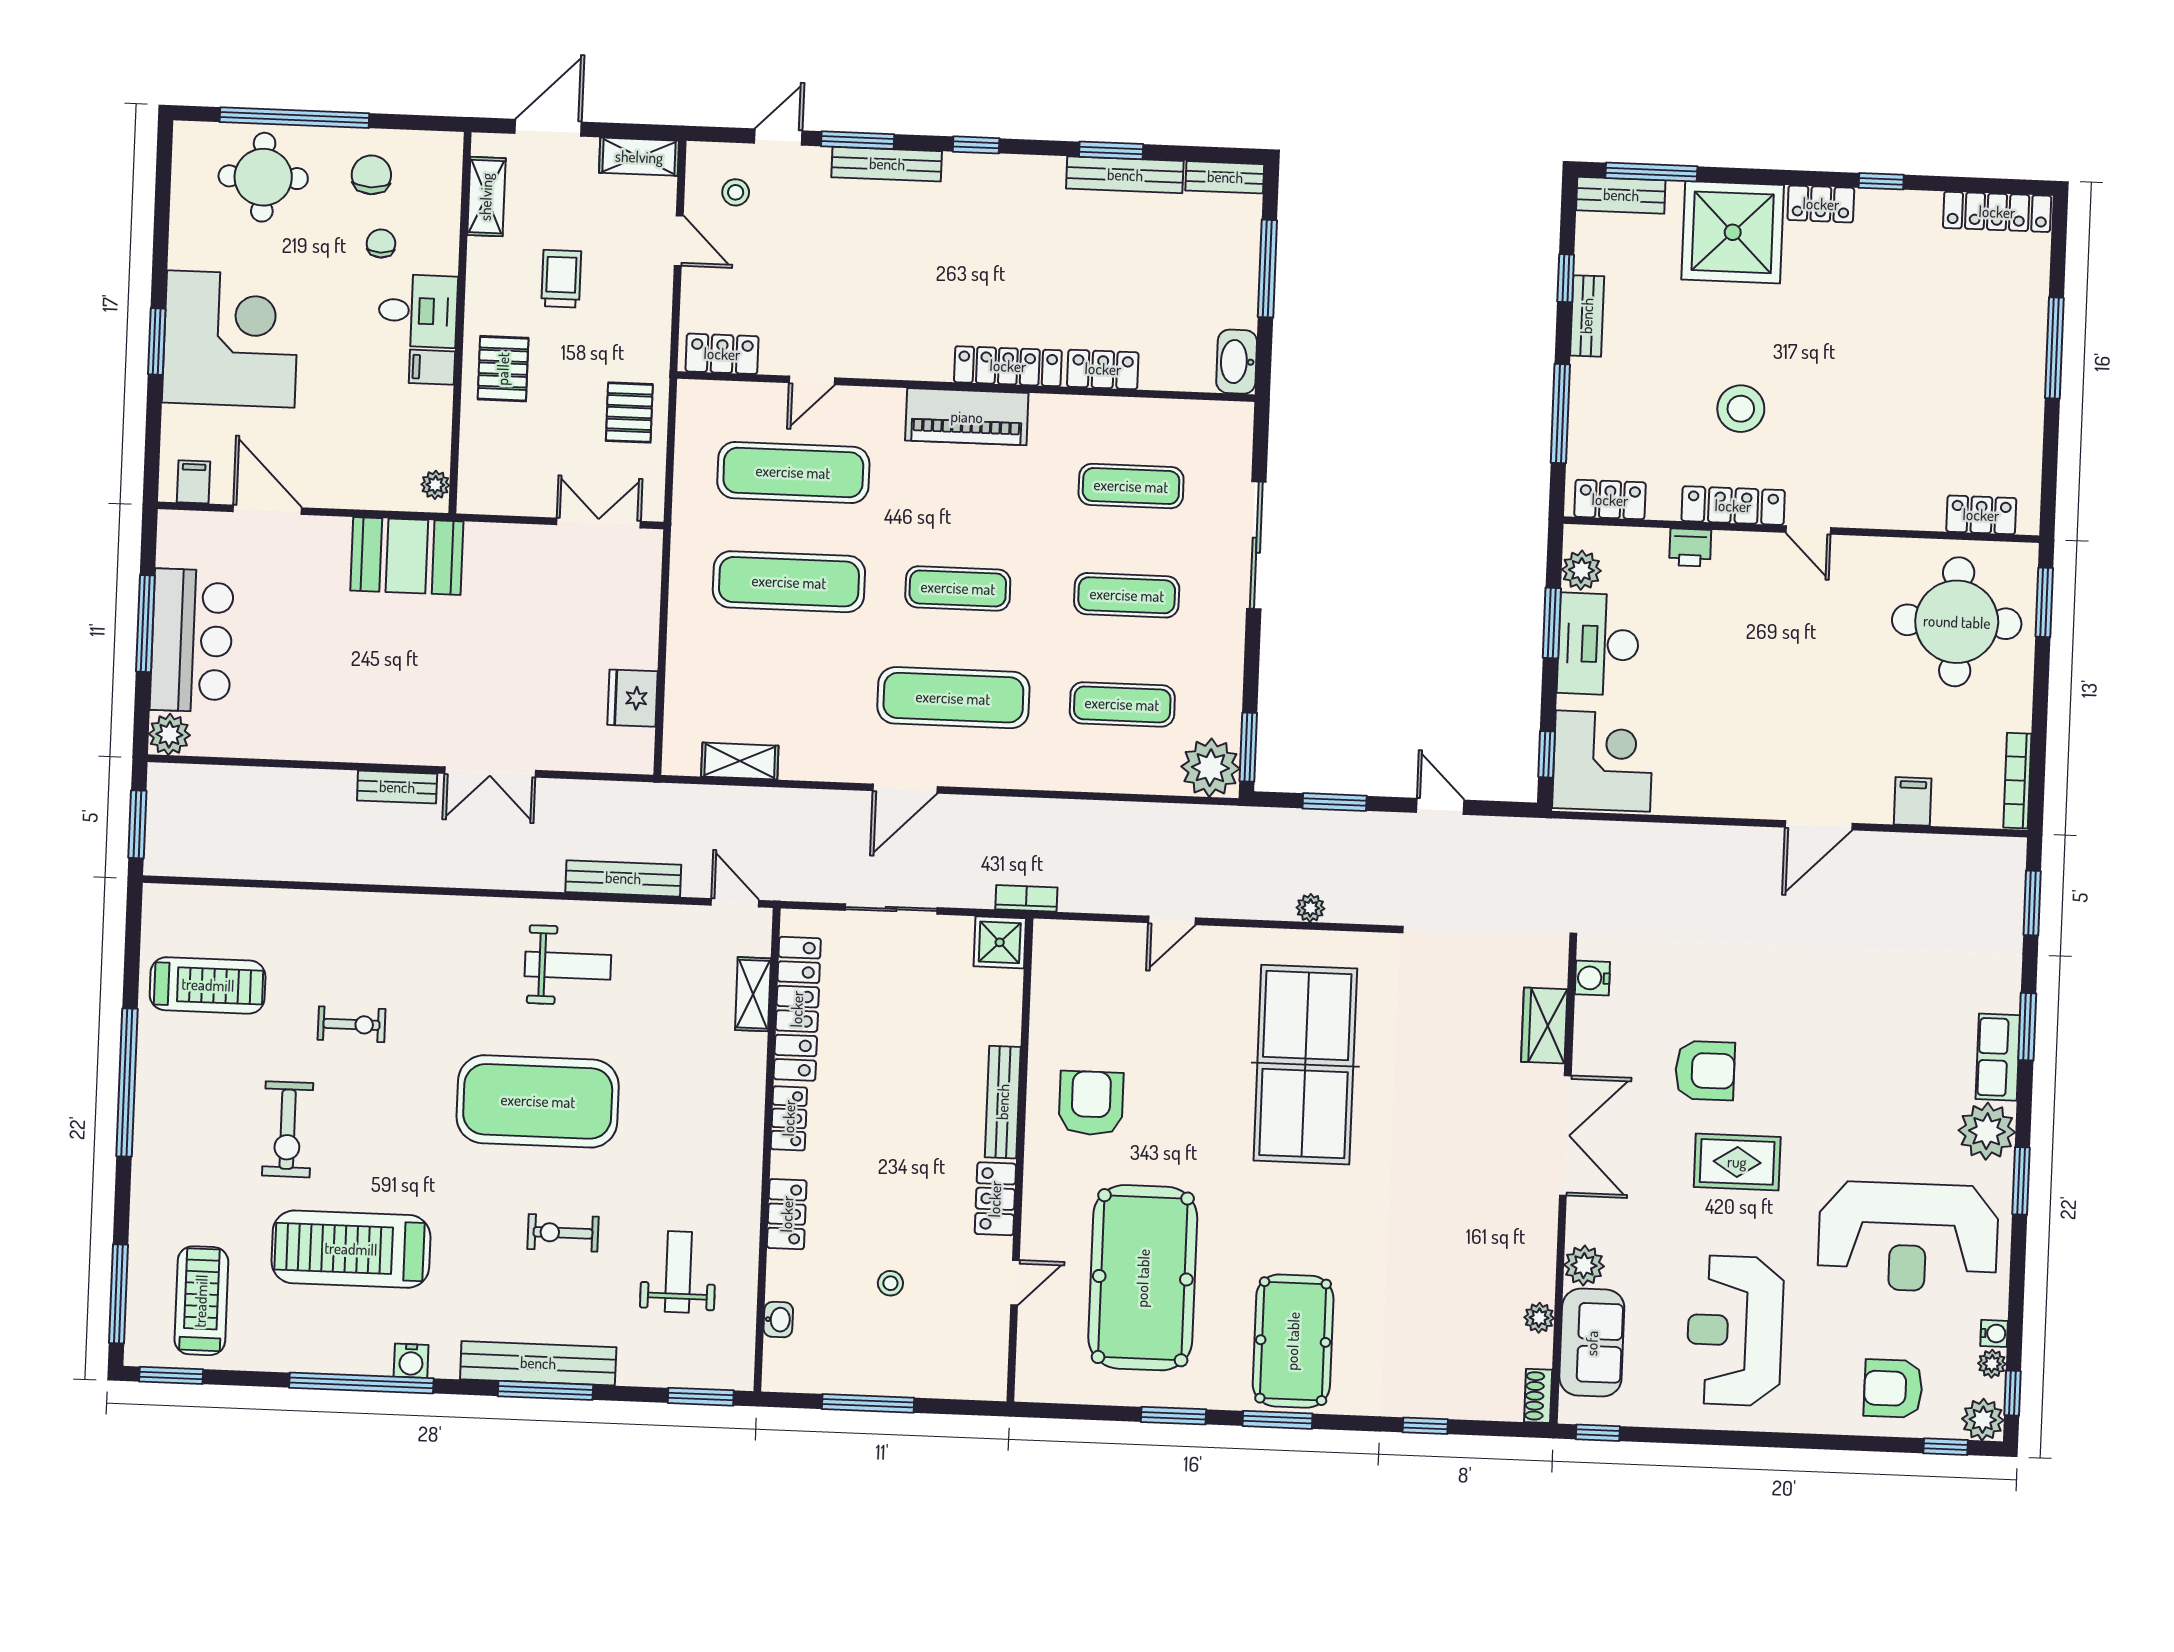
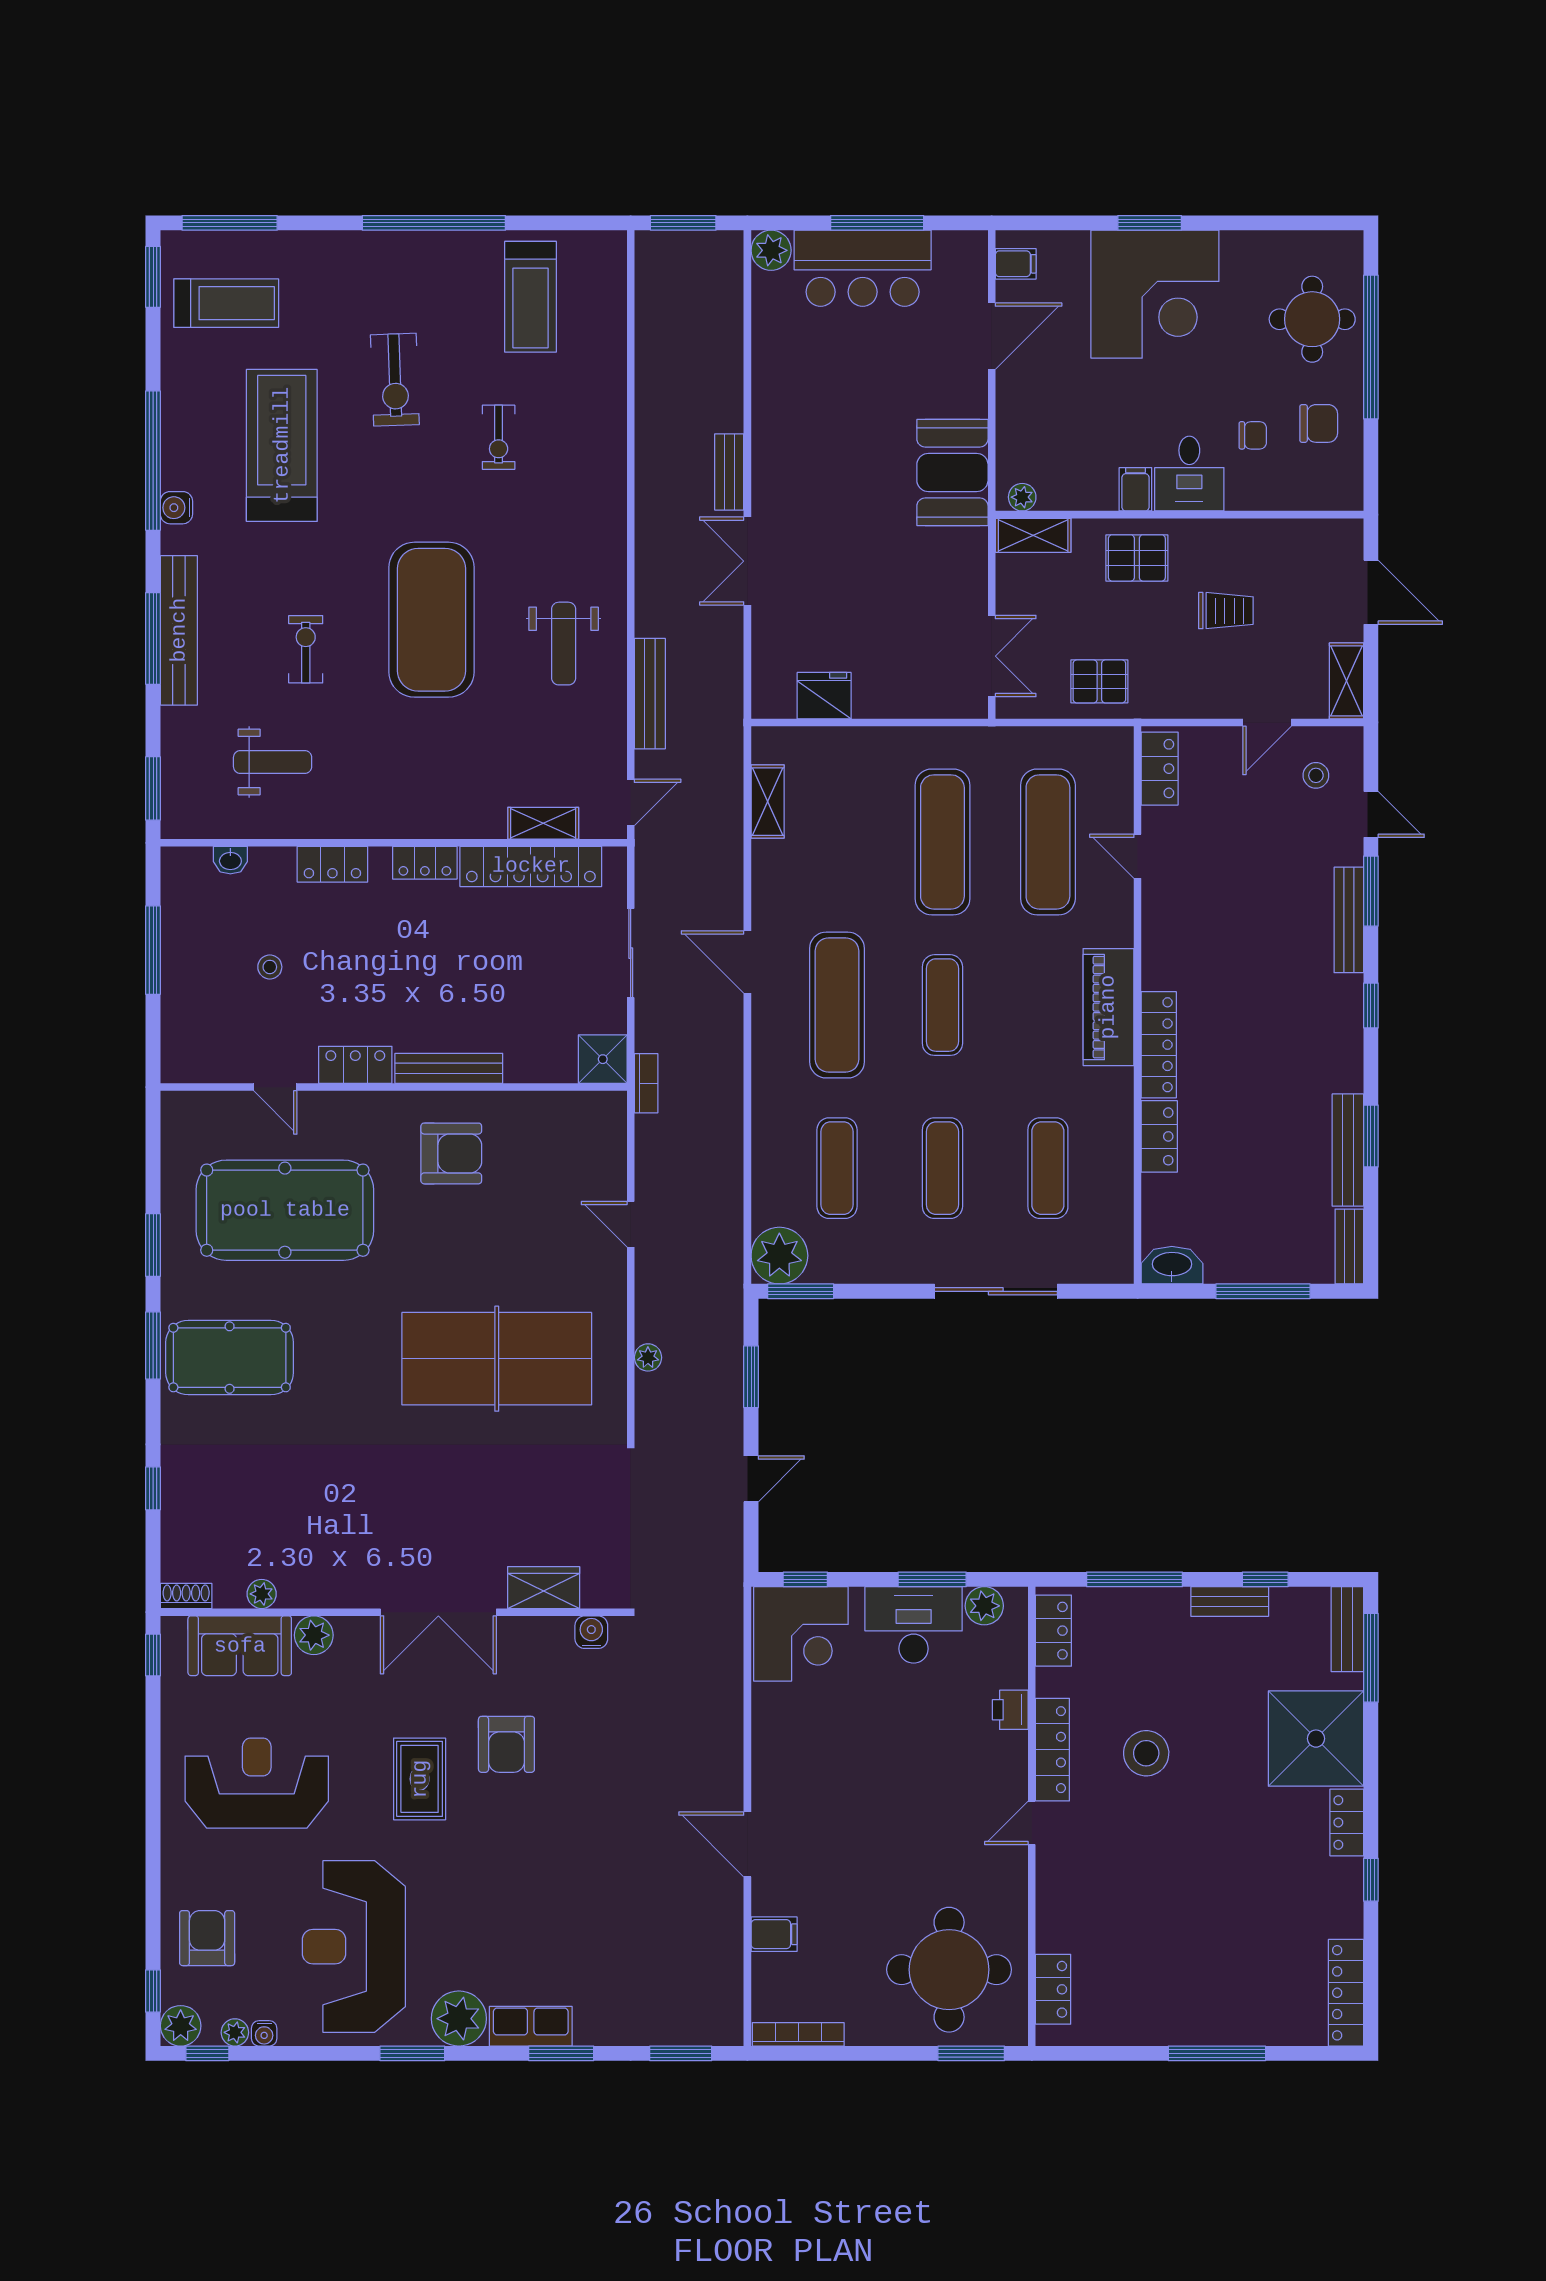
shelving: (486, 197) -> (1033, 535), moved
exercise bike: (288, 1129) -> (395, 380), turned -92

